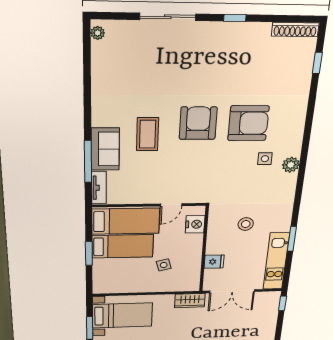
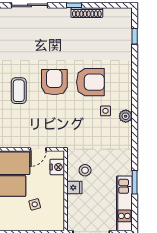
shoe rack: (295, 30) -> (87, 13), moved
stool: (246, 224) -> (85, 170), moved
fridge: (214, 262) -> (74, 188), moved

